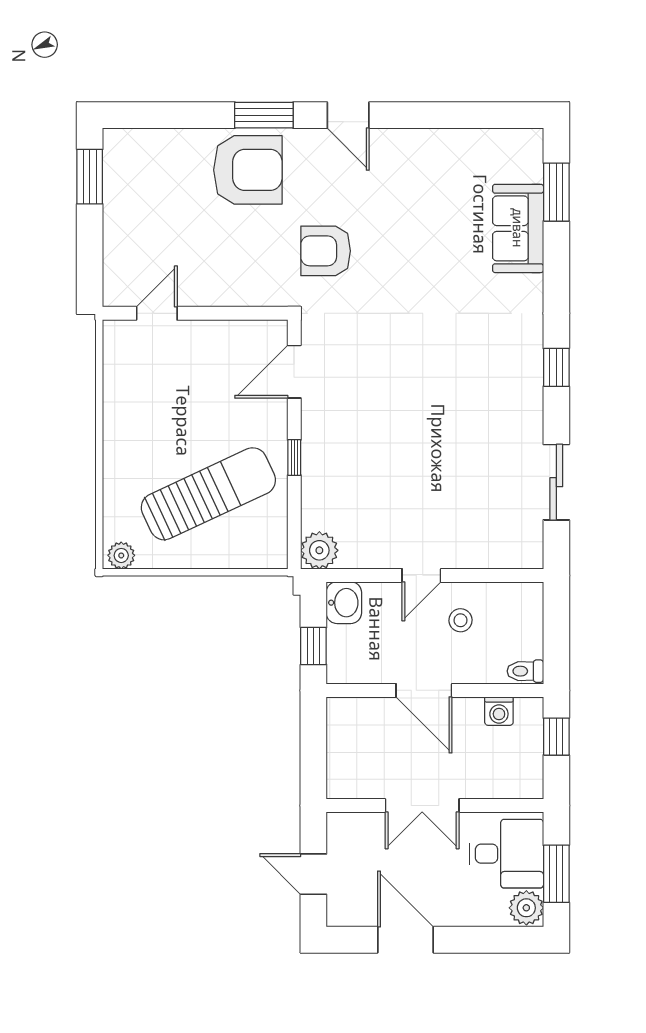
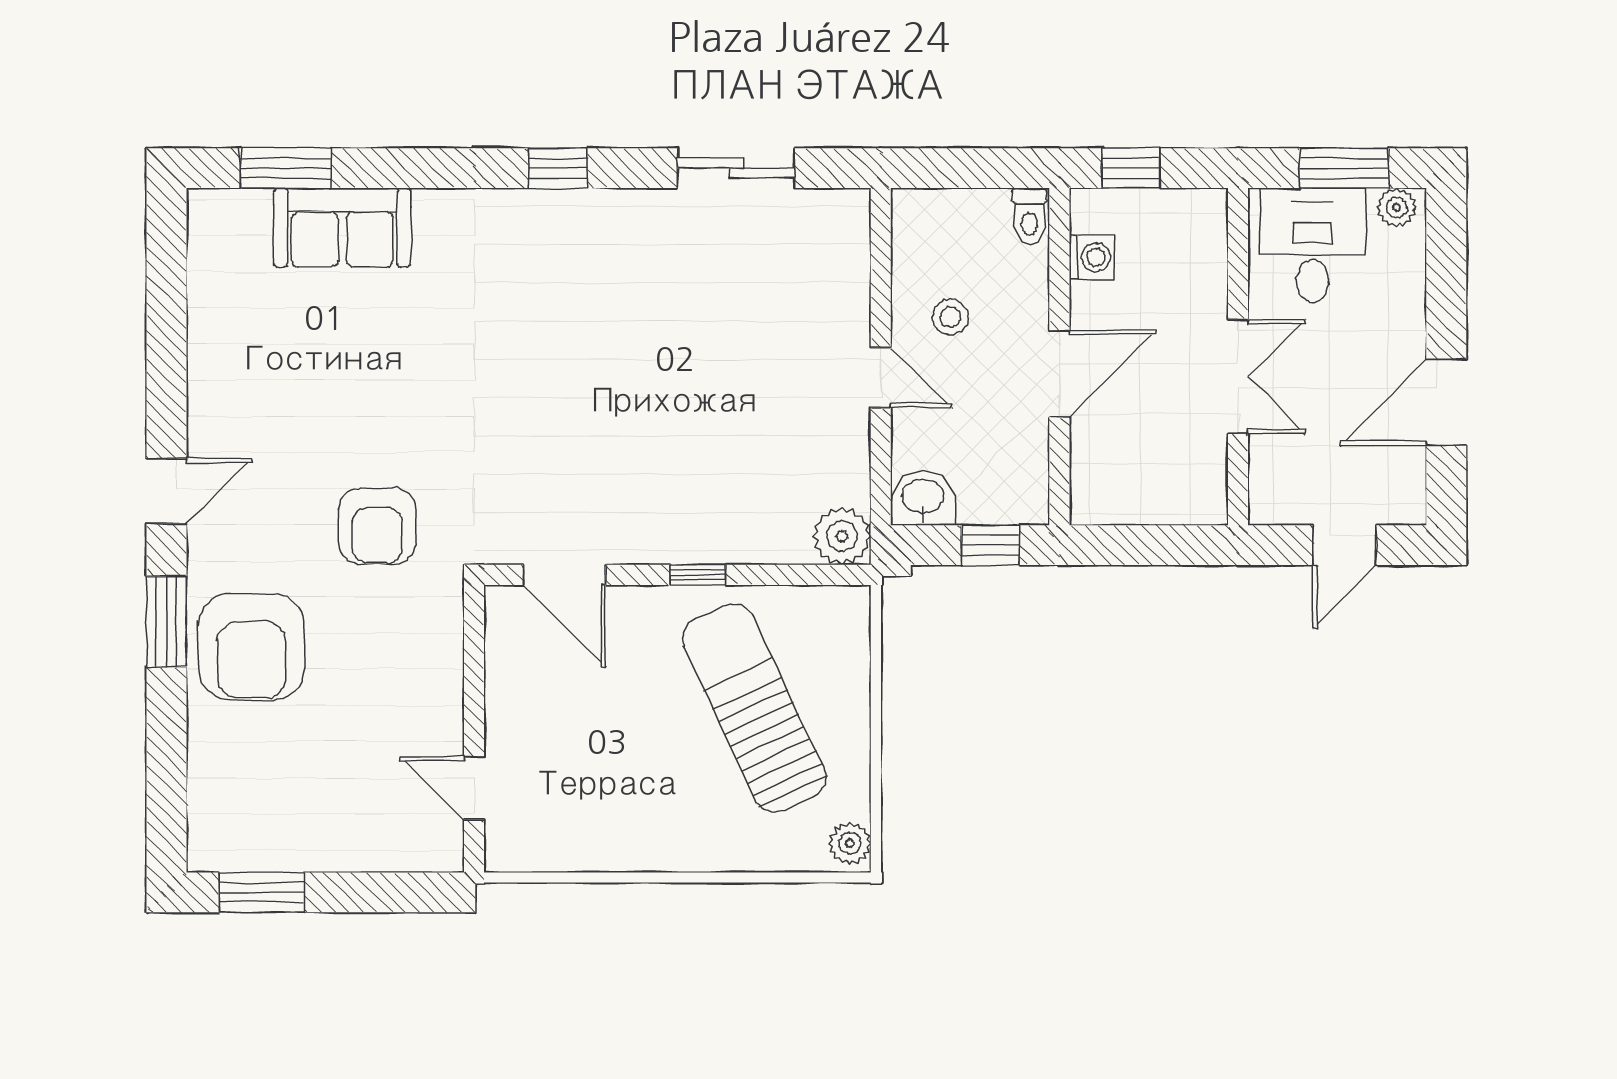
armchair: (248, 170) -> (251, 647), turned 180
plant: (526, 908) -> (1397, 207), width x0.73, depth x0.73

